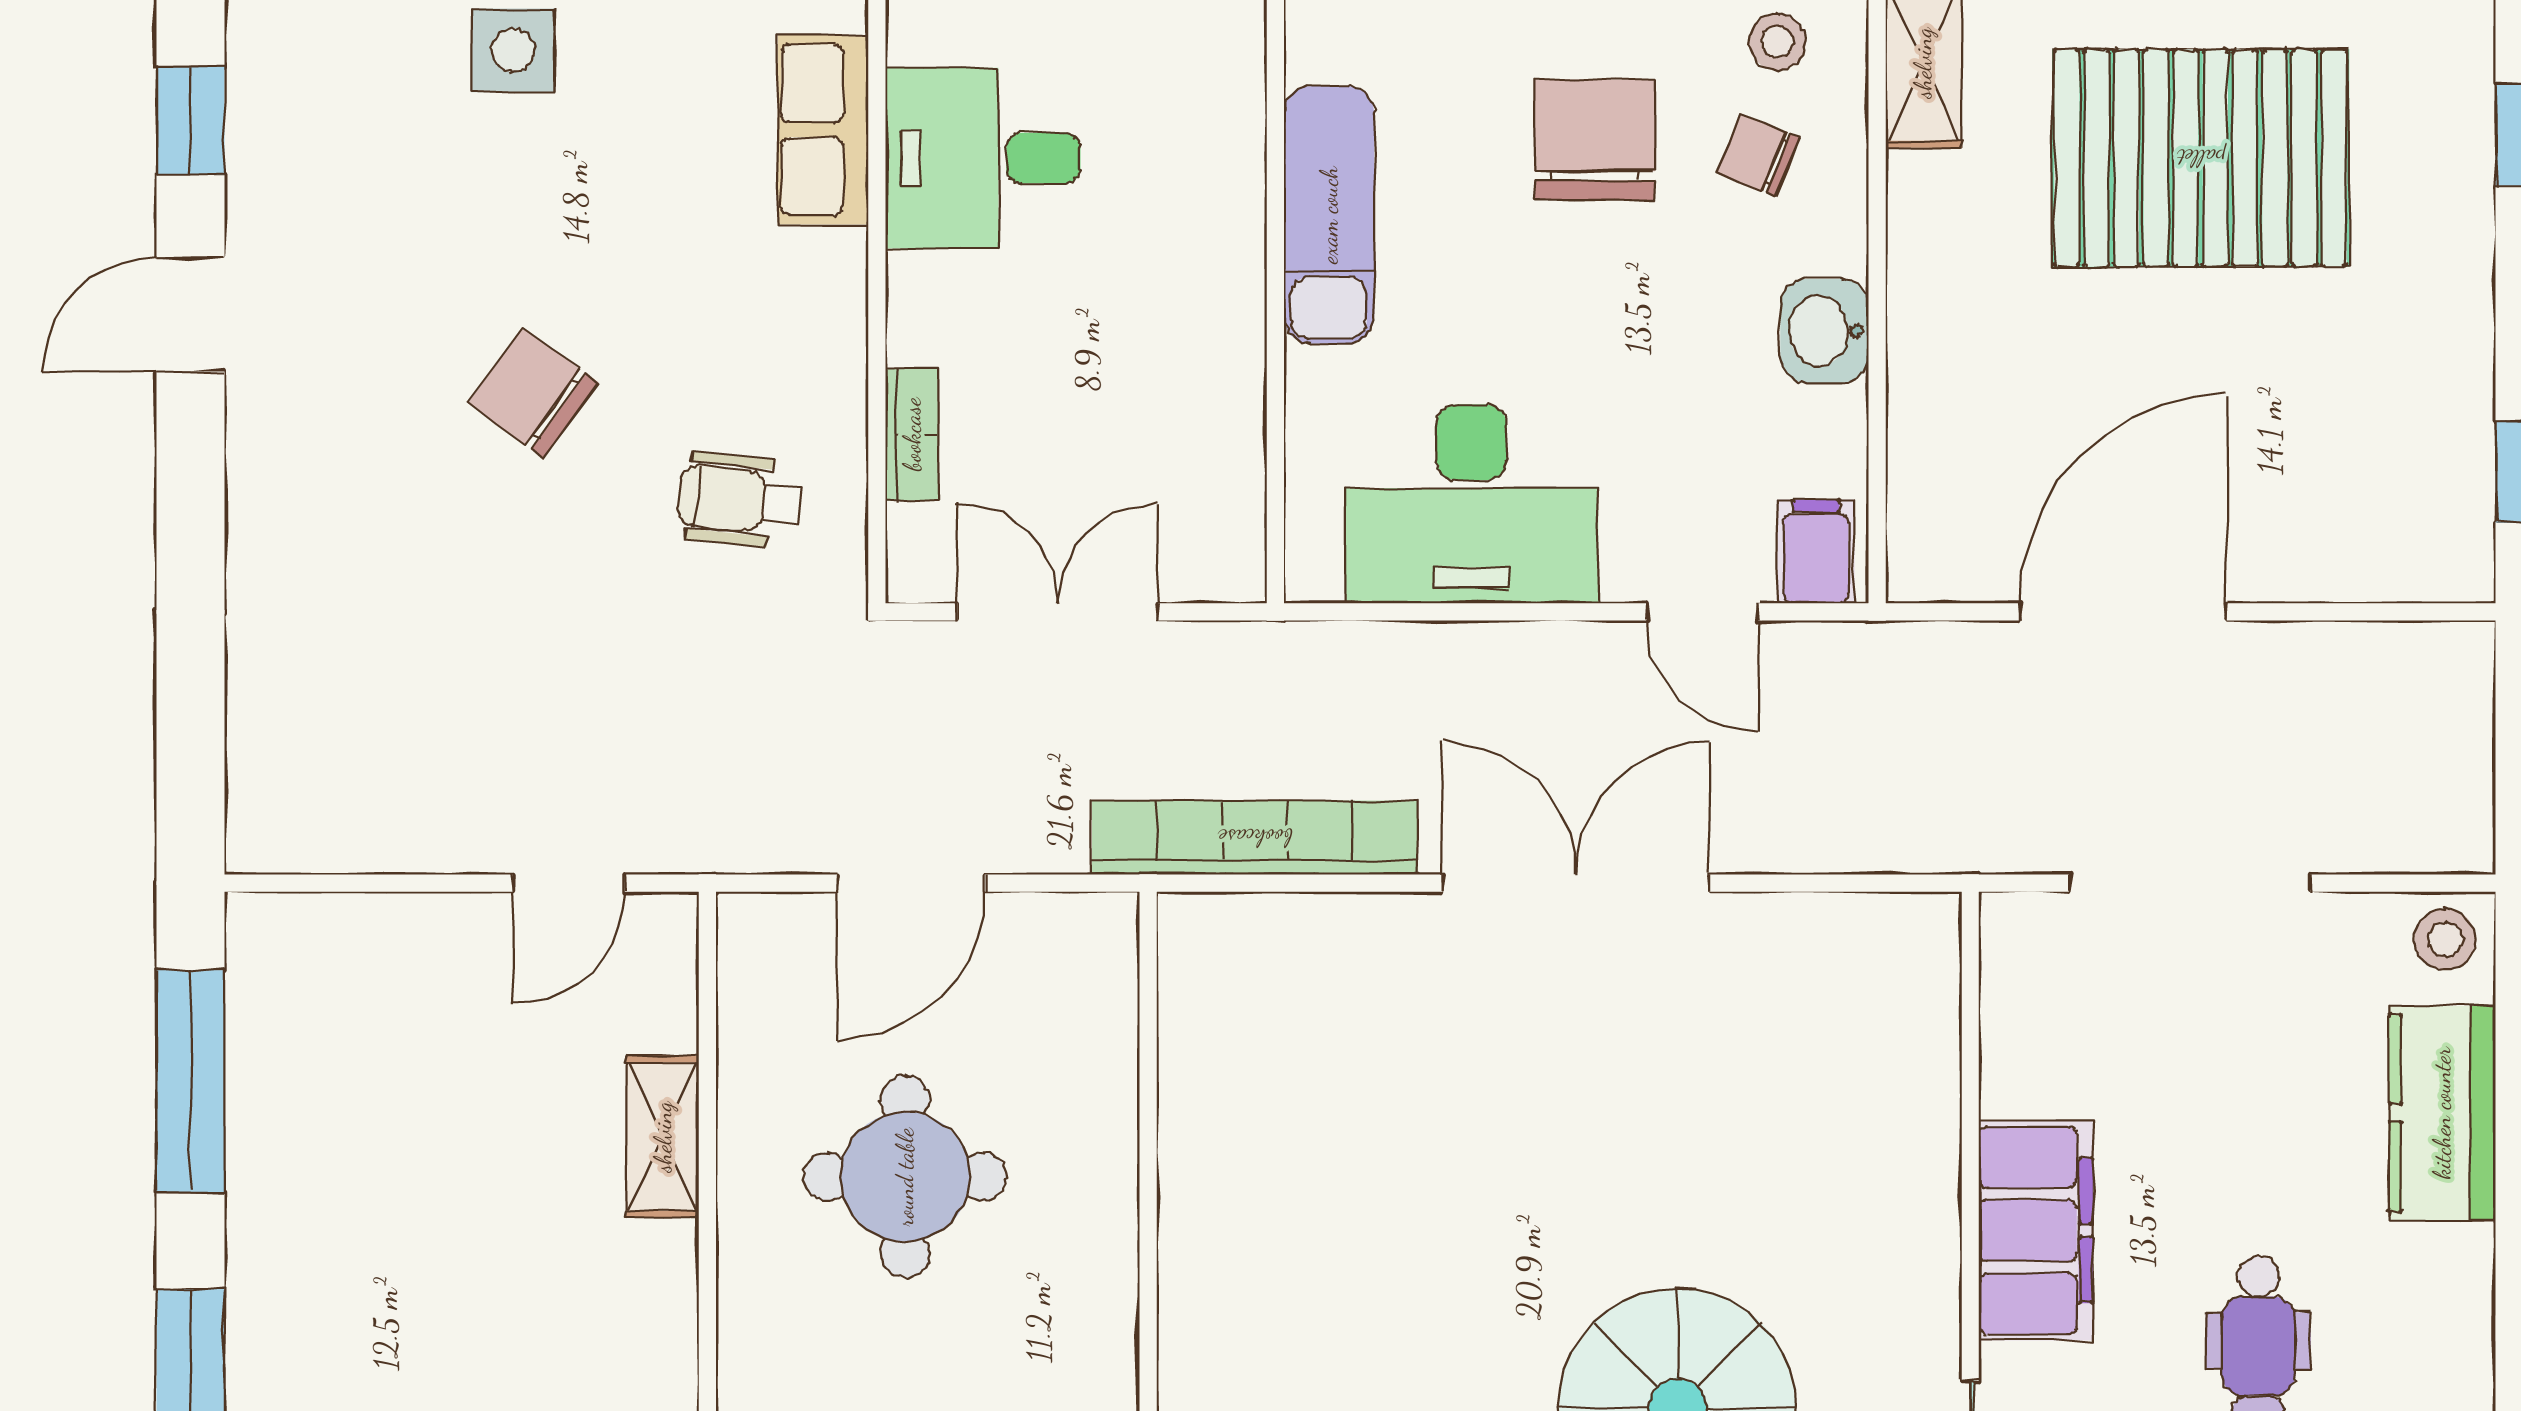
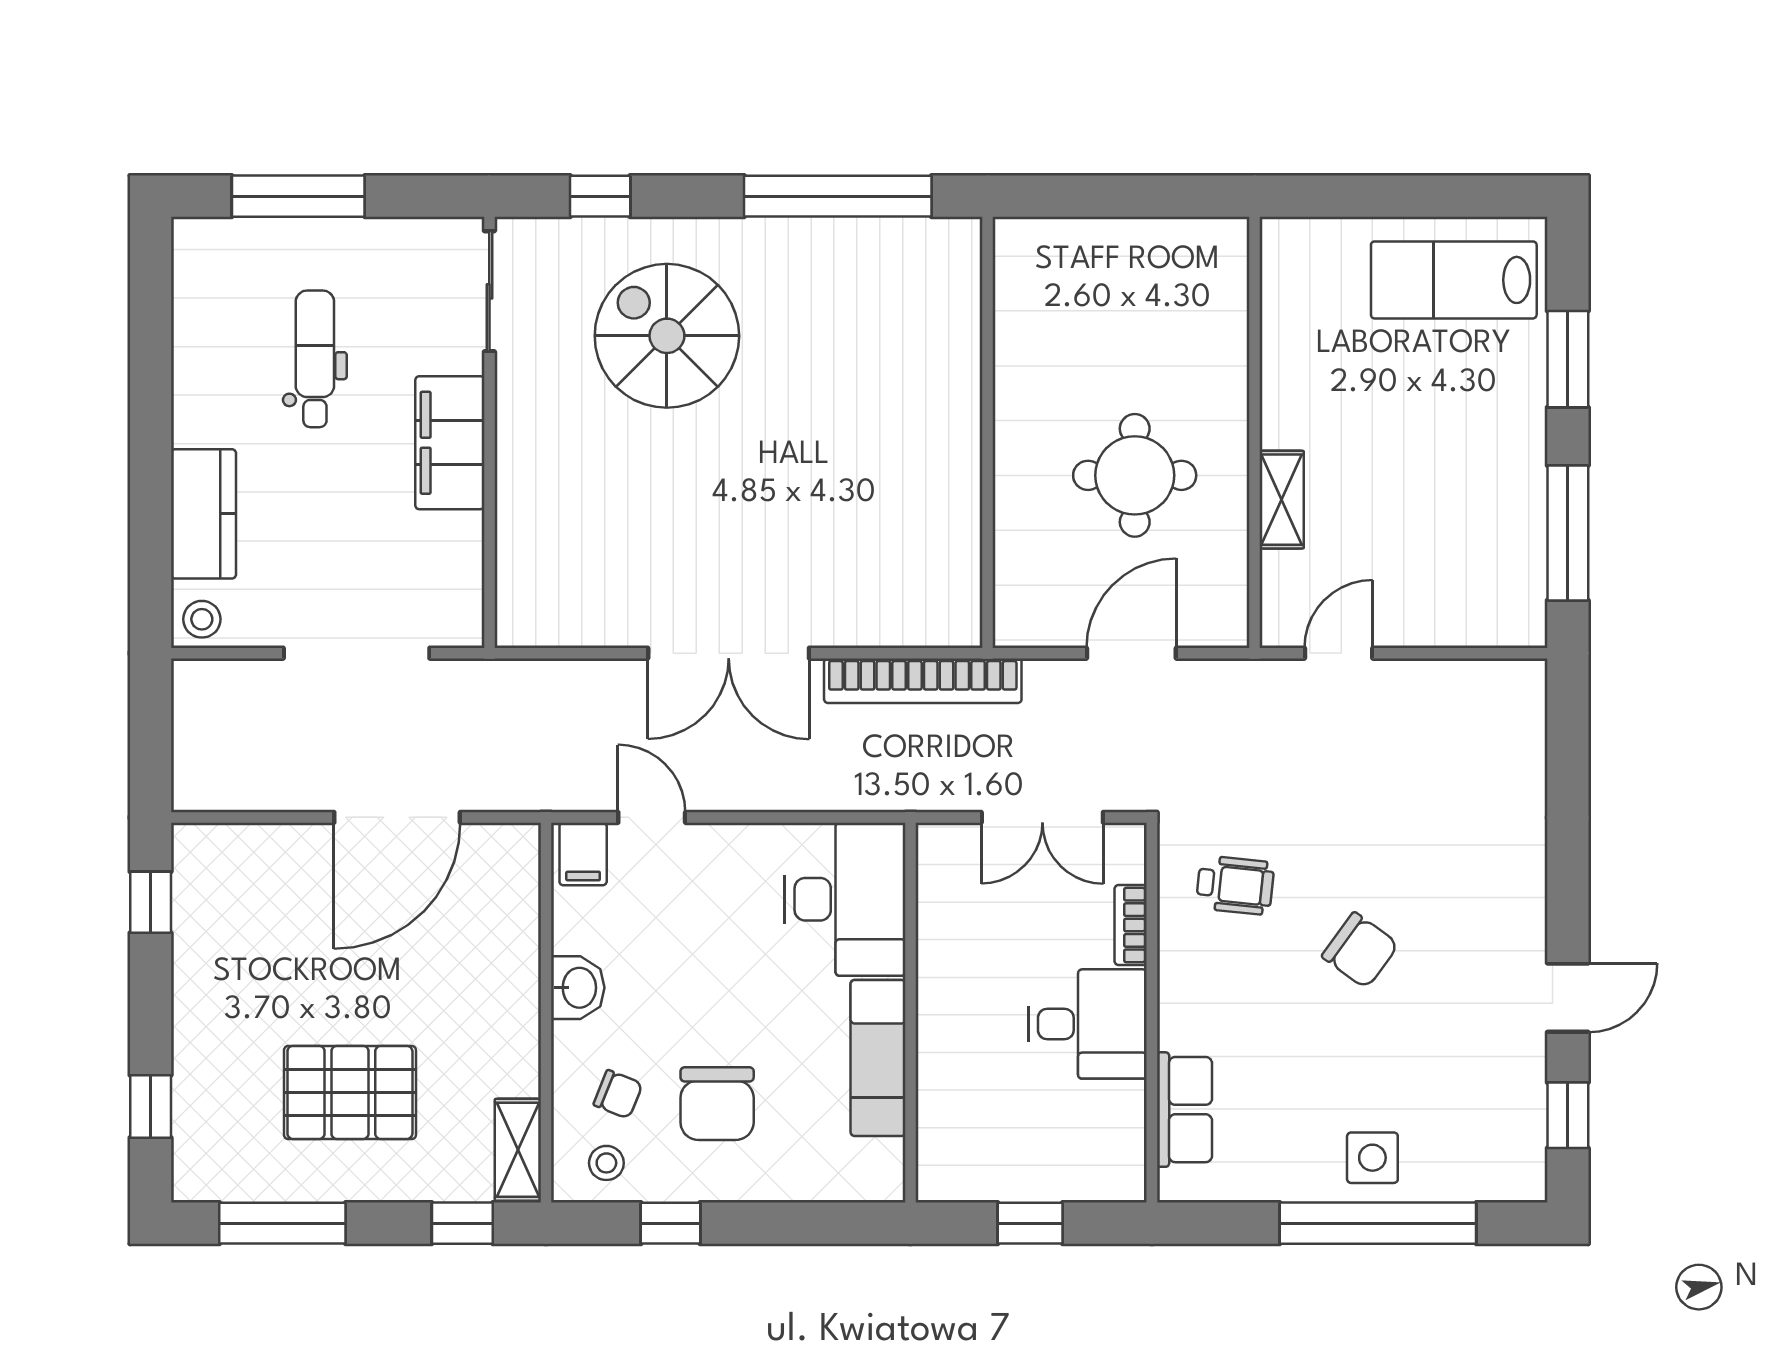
desk: (983, 158) -> (1088, 1024), moved
pallet: (2201, 158) -> (350, 1092), width x0.73, depth x0.71
desk: (1472, 504) -> (845, 899), moved, turned 90

